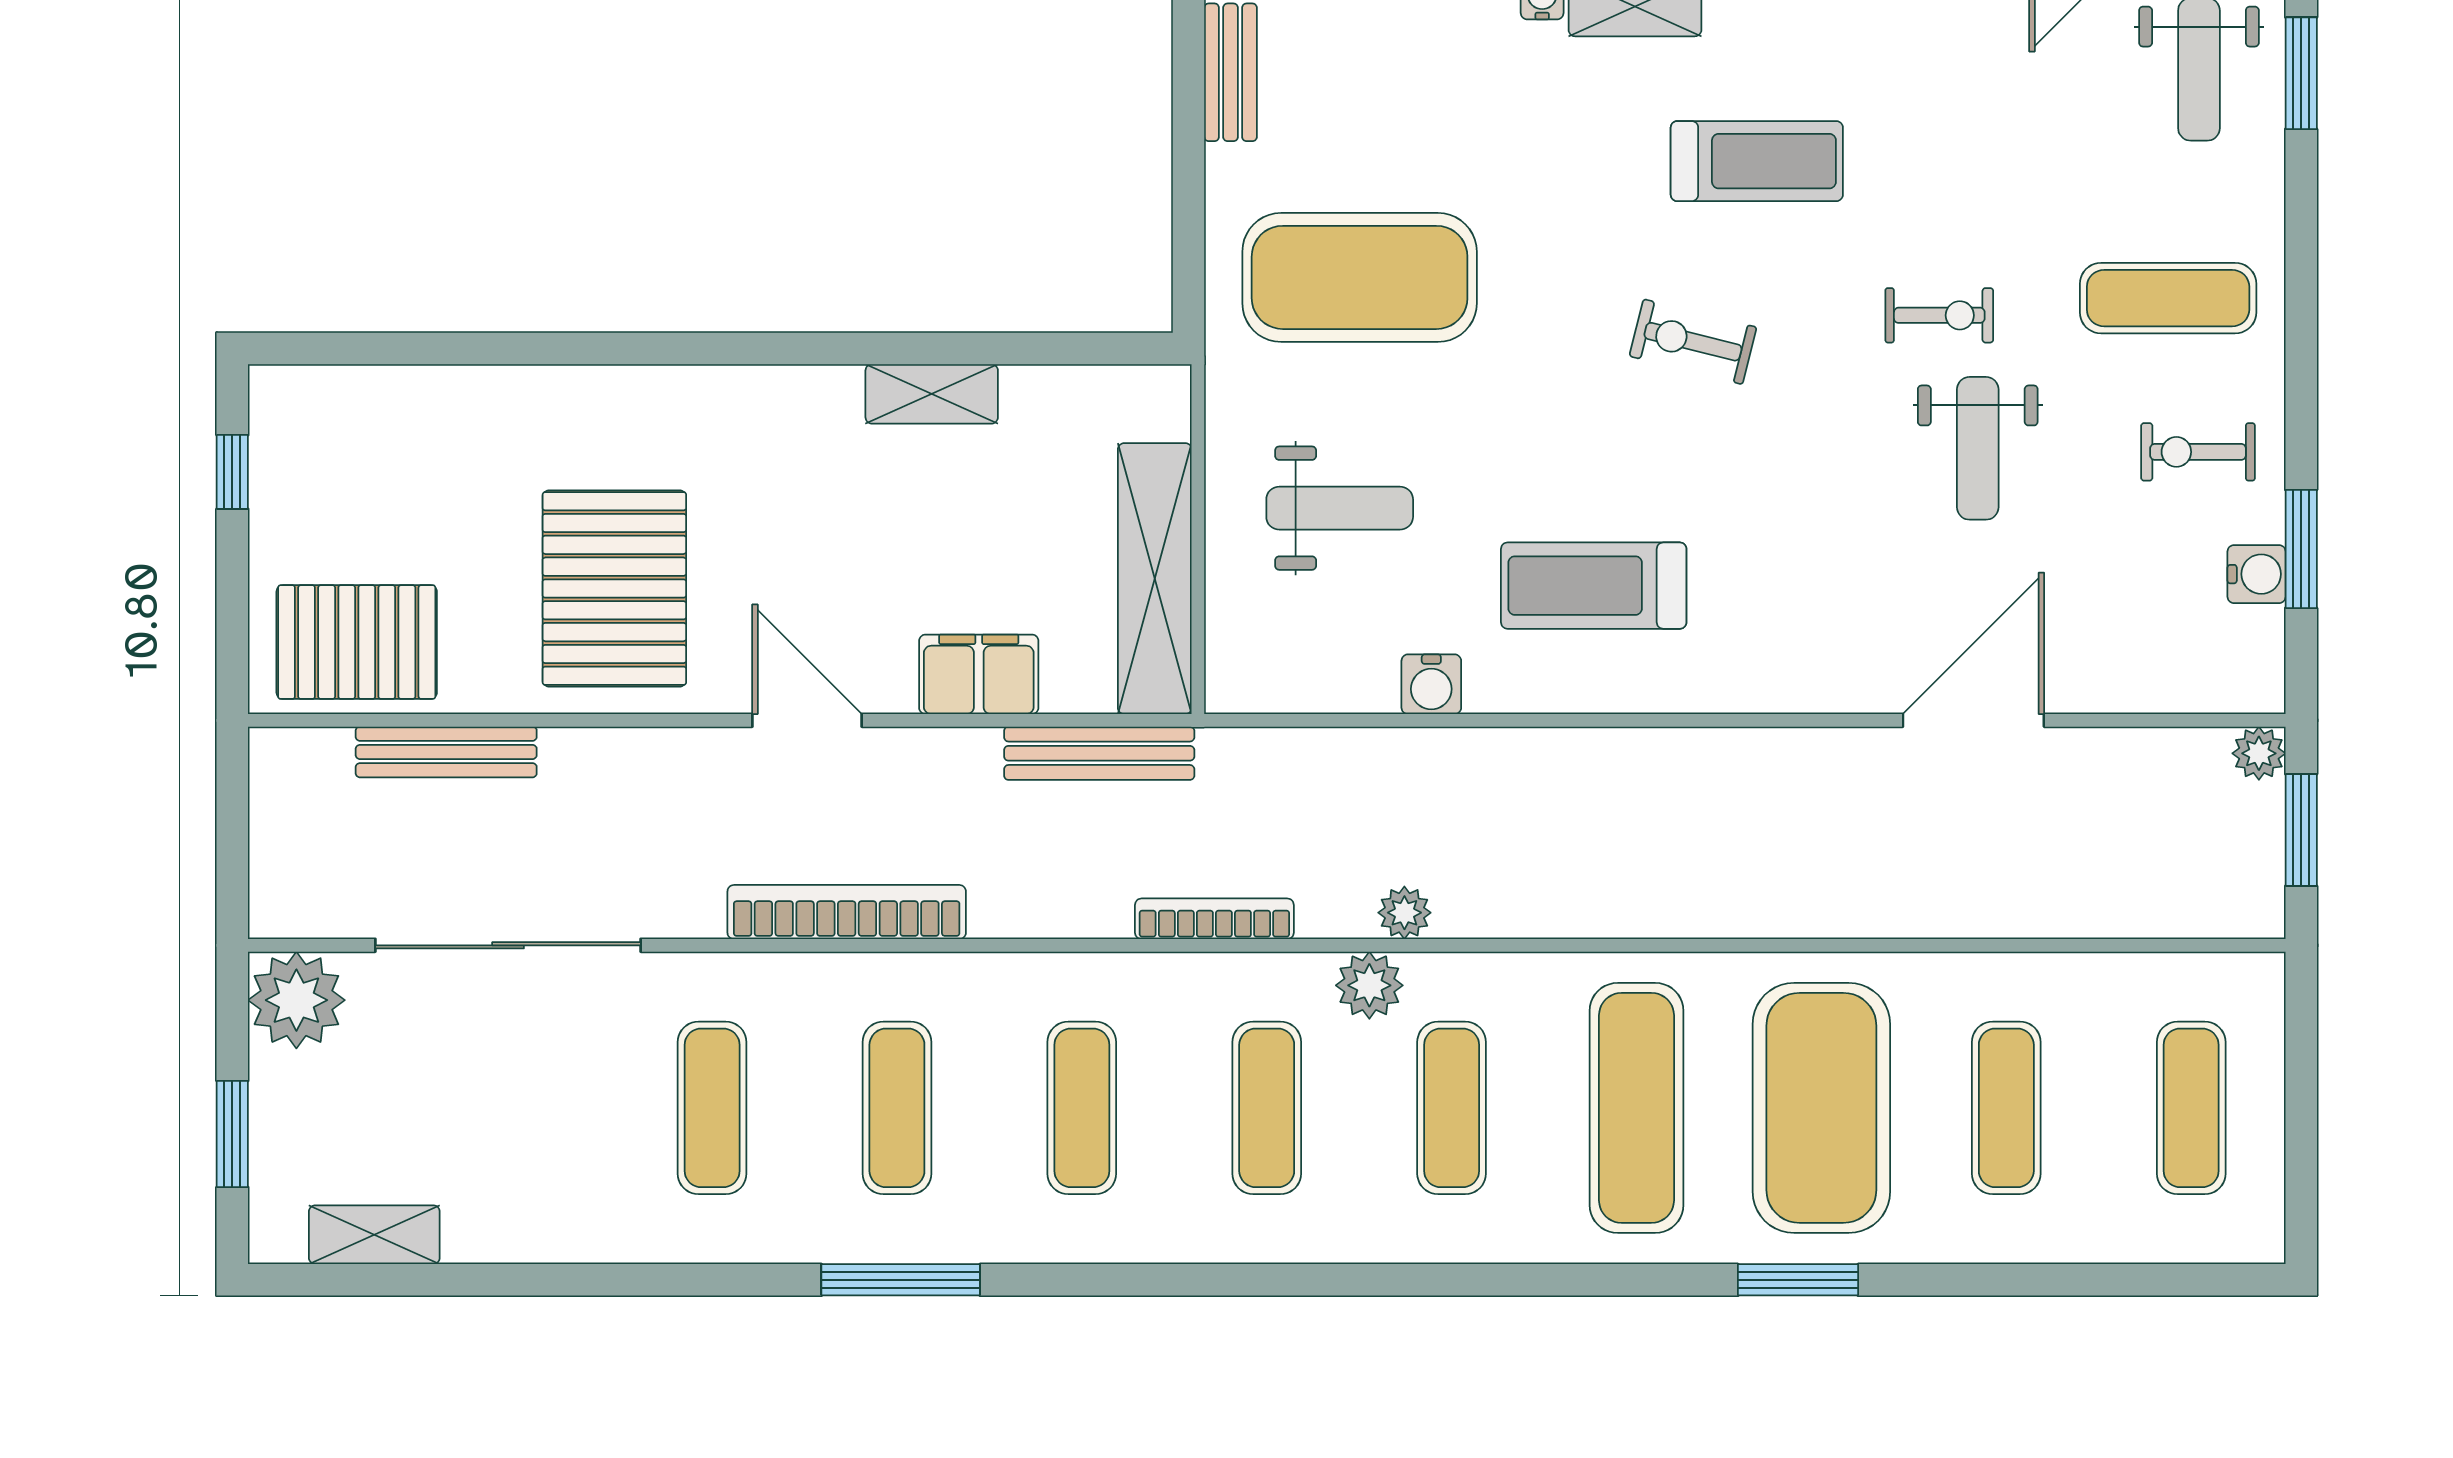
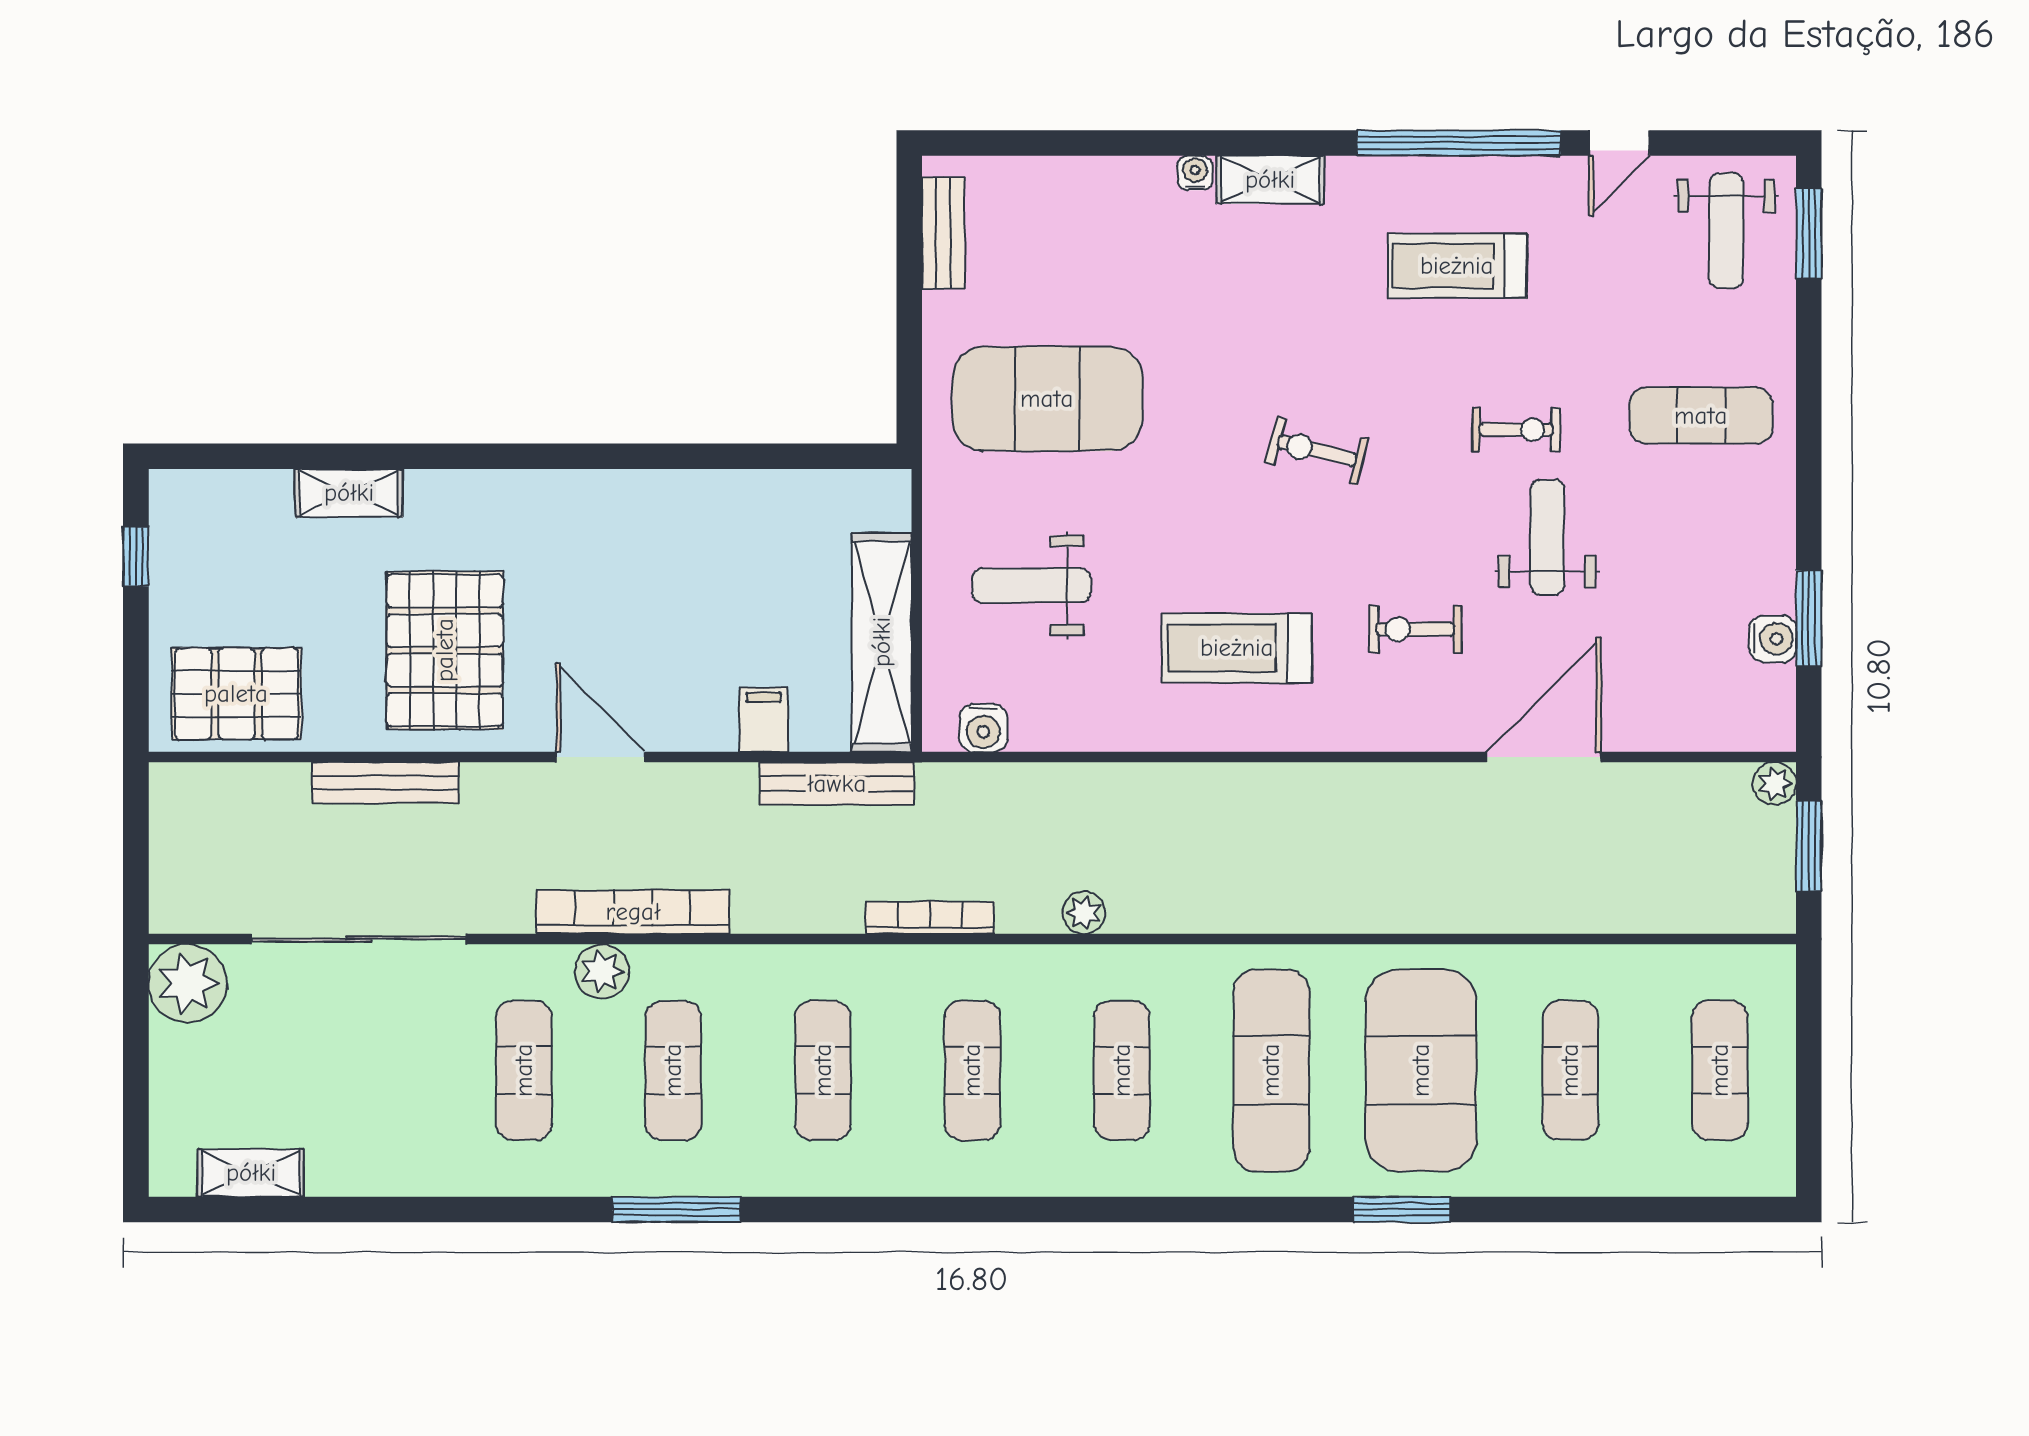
treadmill: (1757, 161) -> (1457, 266), moved, turned 180
shelving: (932, 394) -> (349, 493), moved
weight bench: (1978, 448) -> (1547, 537), turned 180
exercise bike: (2198, 452) -> (1415, 629), moved
weight bench: (1340, 508) -> (1031, 585), turned 180
filing cabinet: (979, 674) -> (764, 720), width x0.50
water cooler: (1431, 684) -> (983, 728), moved
bench: (446, 752) -> (385, 783), moved
plant: (1369, 985) -> (602, 971), moved
window: (232, 1134) -> (136, 1092), removed

